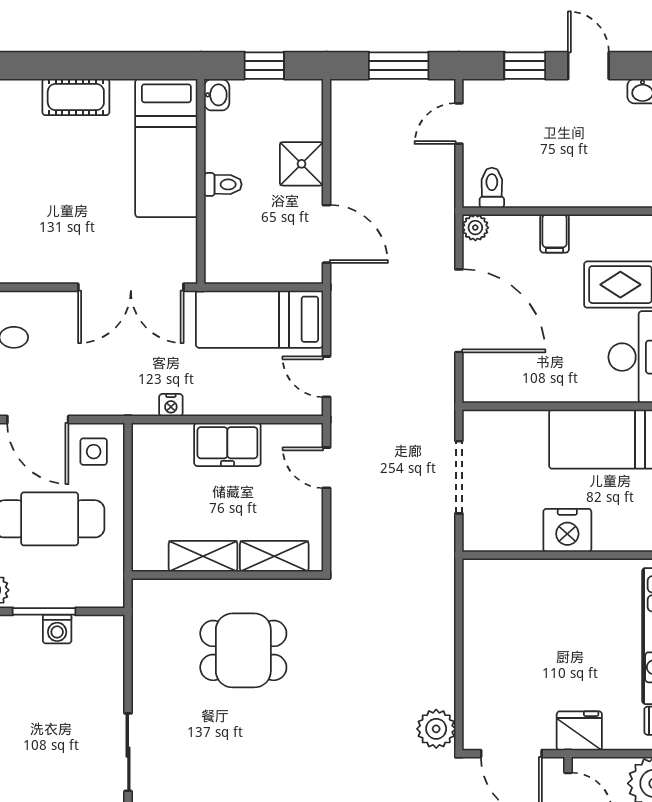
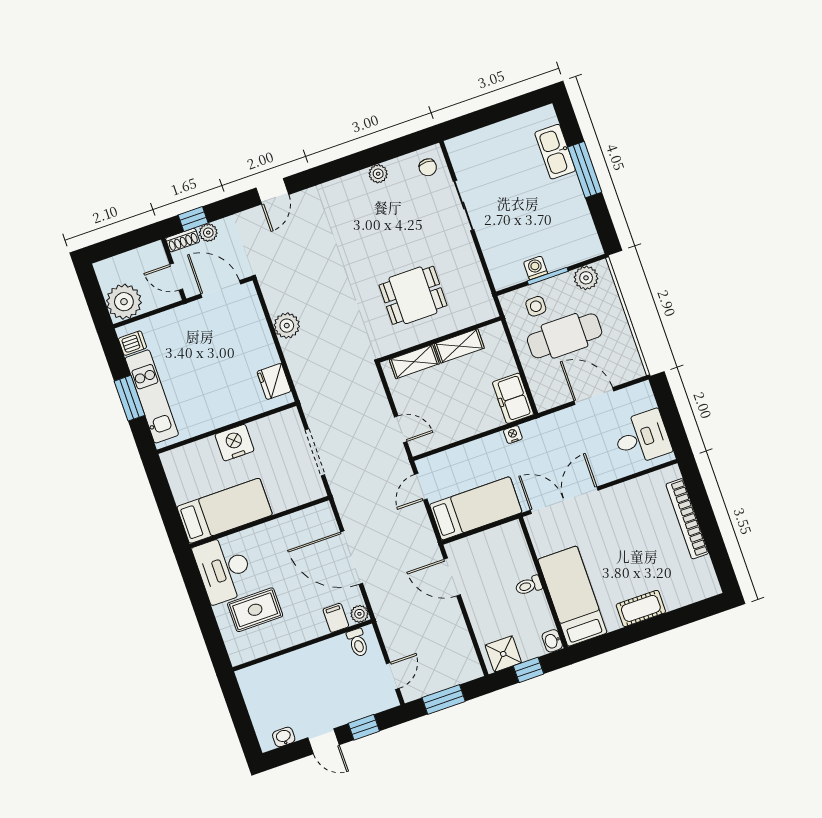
shower: (302, 164) -> (503, 654), moved
filing cabinet: (555, 234) -> (336, 618), moved
door: (327, 377) -> (421, 487), swing flipped
freezer: (227, 444) -> (513, 398), moved, turned -90
side table: (94, 452) -> (536, 306), moved
plant: (436, 729) -> (287, 326), moved
fridge: (579, 731) -> (274, 381), moved, turned 90

